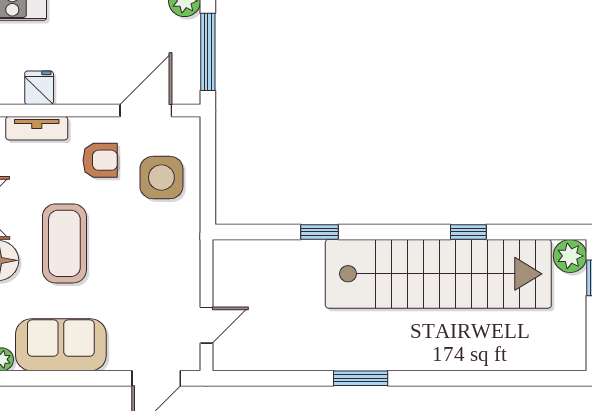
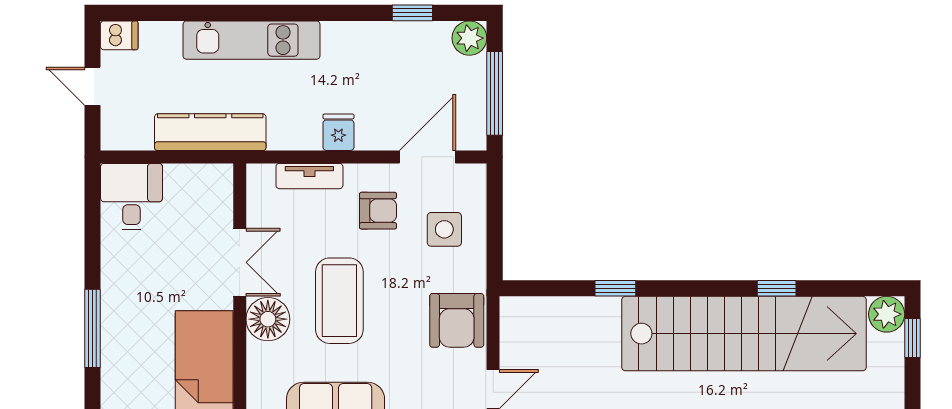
fridge: (39, 88) -> (338, 132), moved
side table: (161, 178) -> (444, 229), width x0.73, depth x0.73
armchair: (173, 262) -> (457, 320), added

